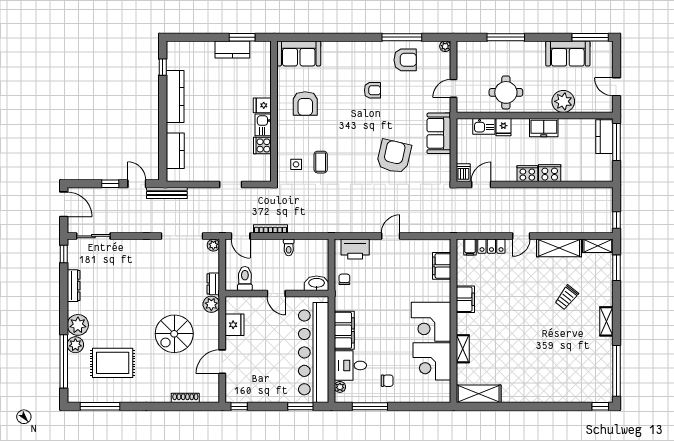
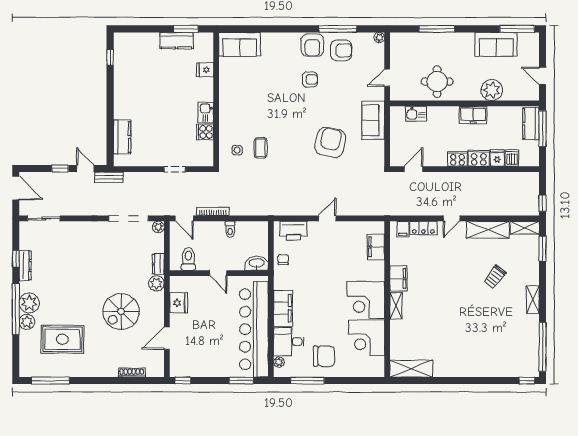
kitchen counter: (175, 96) -> (122, 85), removed
armchair: (305, 104) -> (312, 45), moved
fridge: (262, 105) -> (205, 70), moved
fridge: (503, 127) -> (497, 158), moved, turned 180
dishwasher: (463, 173) -> (512, 158), moved
bench: (167, 193) -> (109, 177), width x0.73
window: (64, 254) -> (16, 259), moved
shelving: (463, 349) -> (396, 306), moved
window: (64, 361) -> (16, 309), moved
chair: (387, 381) -> (324, 356), width x1.87, depth x1.87

